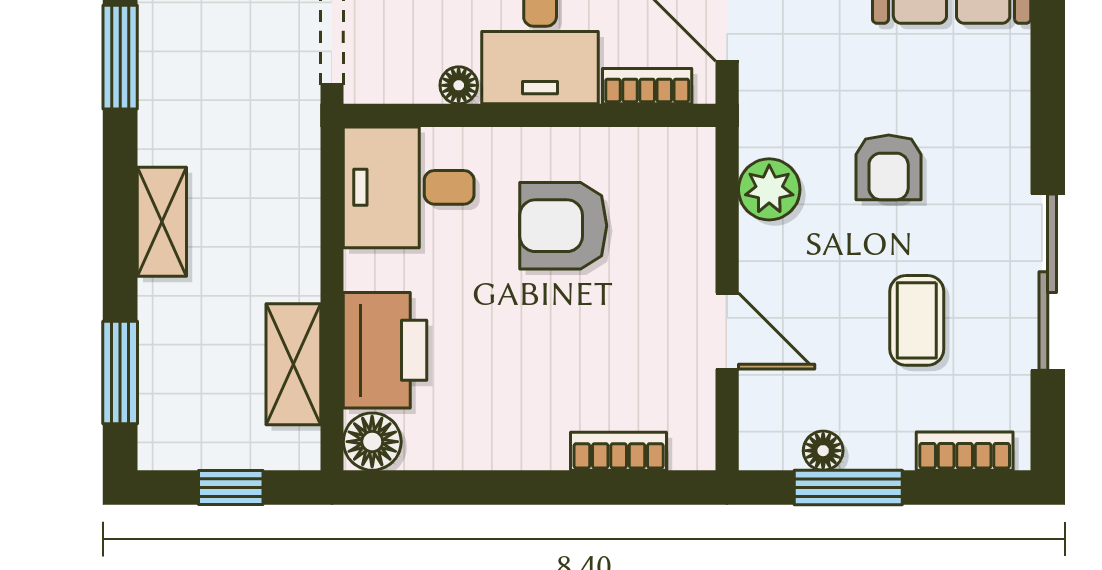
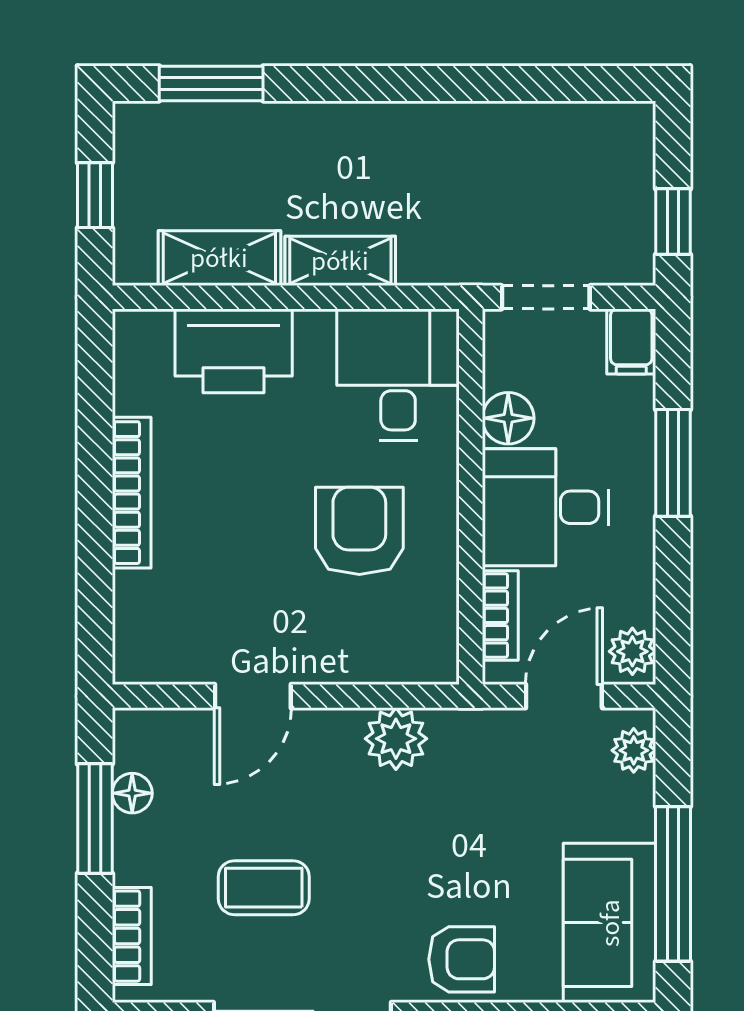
window: (120, 57) -> (530, 83), removed
floor lamp: (459, 85) -> (508, 418), width x1.37, depth x1.37
armchair: (889, 167) -> (462, 959), moved, turned 180
shelving: (162, 222) -> (340, 261), moved
floor lamp: (372, 442) -> (141, 338), removed
bookcase: (619, 451) -> (132, 493), moved, width x1.56

